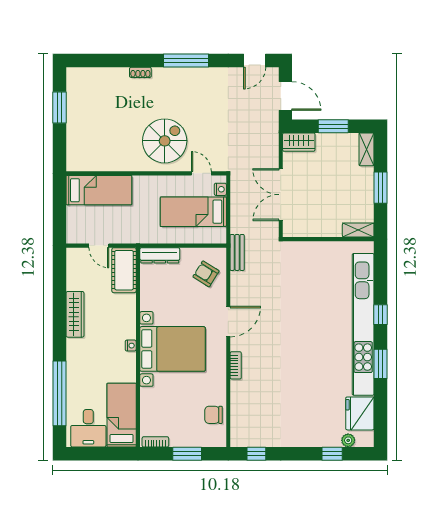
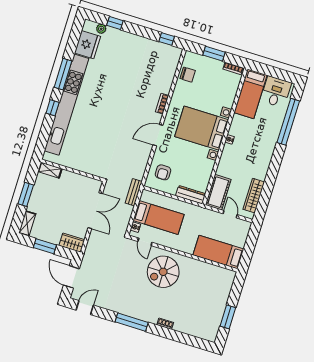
bench: (237, 252) -> (134, 192), moved
armchair: (206, 274) -> (163, 172), turned 58
wardrobe: (75, 314) -> (254, 196), moved
window: (381, 364) -> (63, 74), width x1.44

